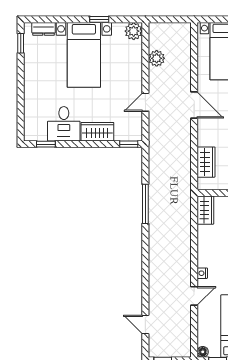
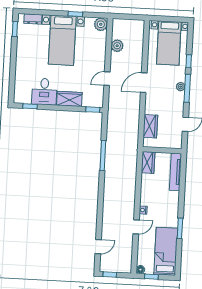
door: (194, 105) -> (144, 83), swing flipped
door: (145, 325) -> (98, 247), swing flipped

